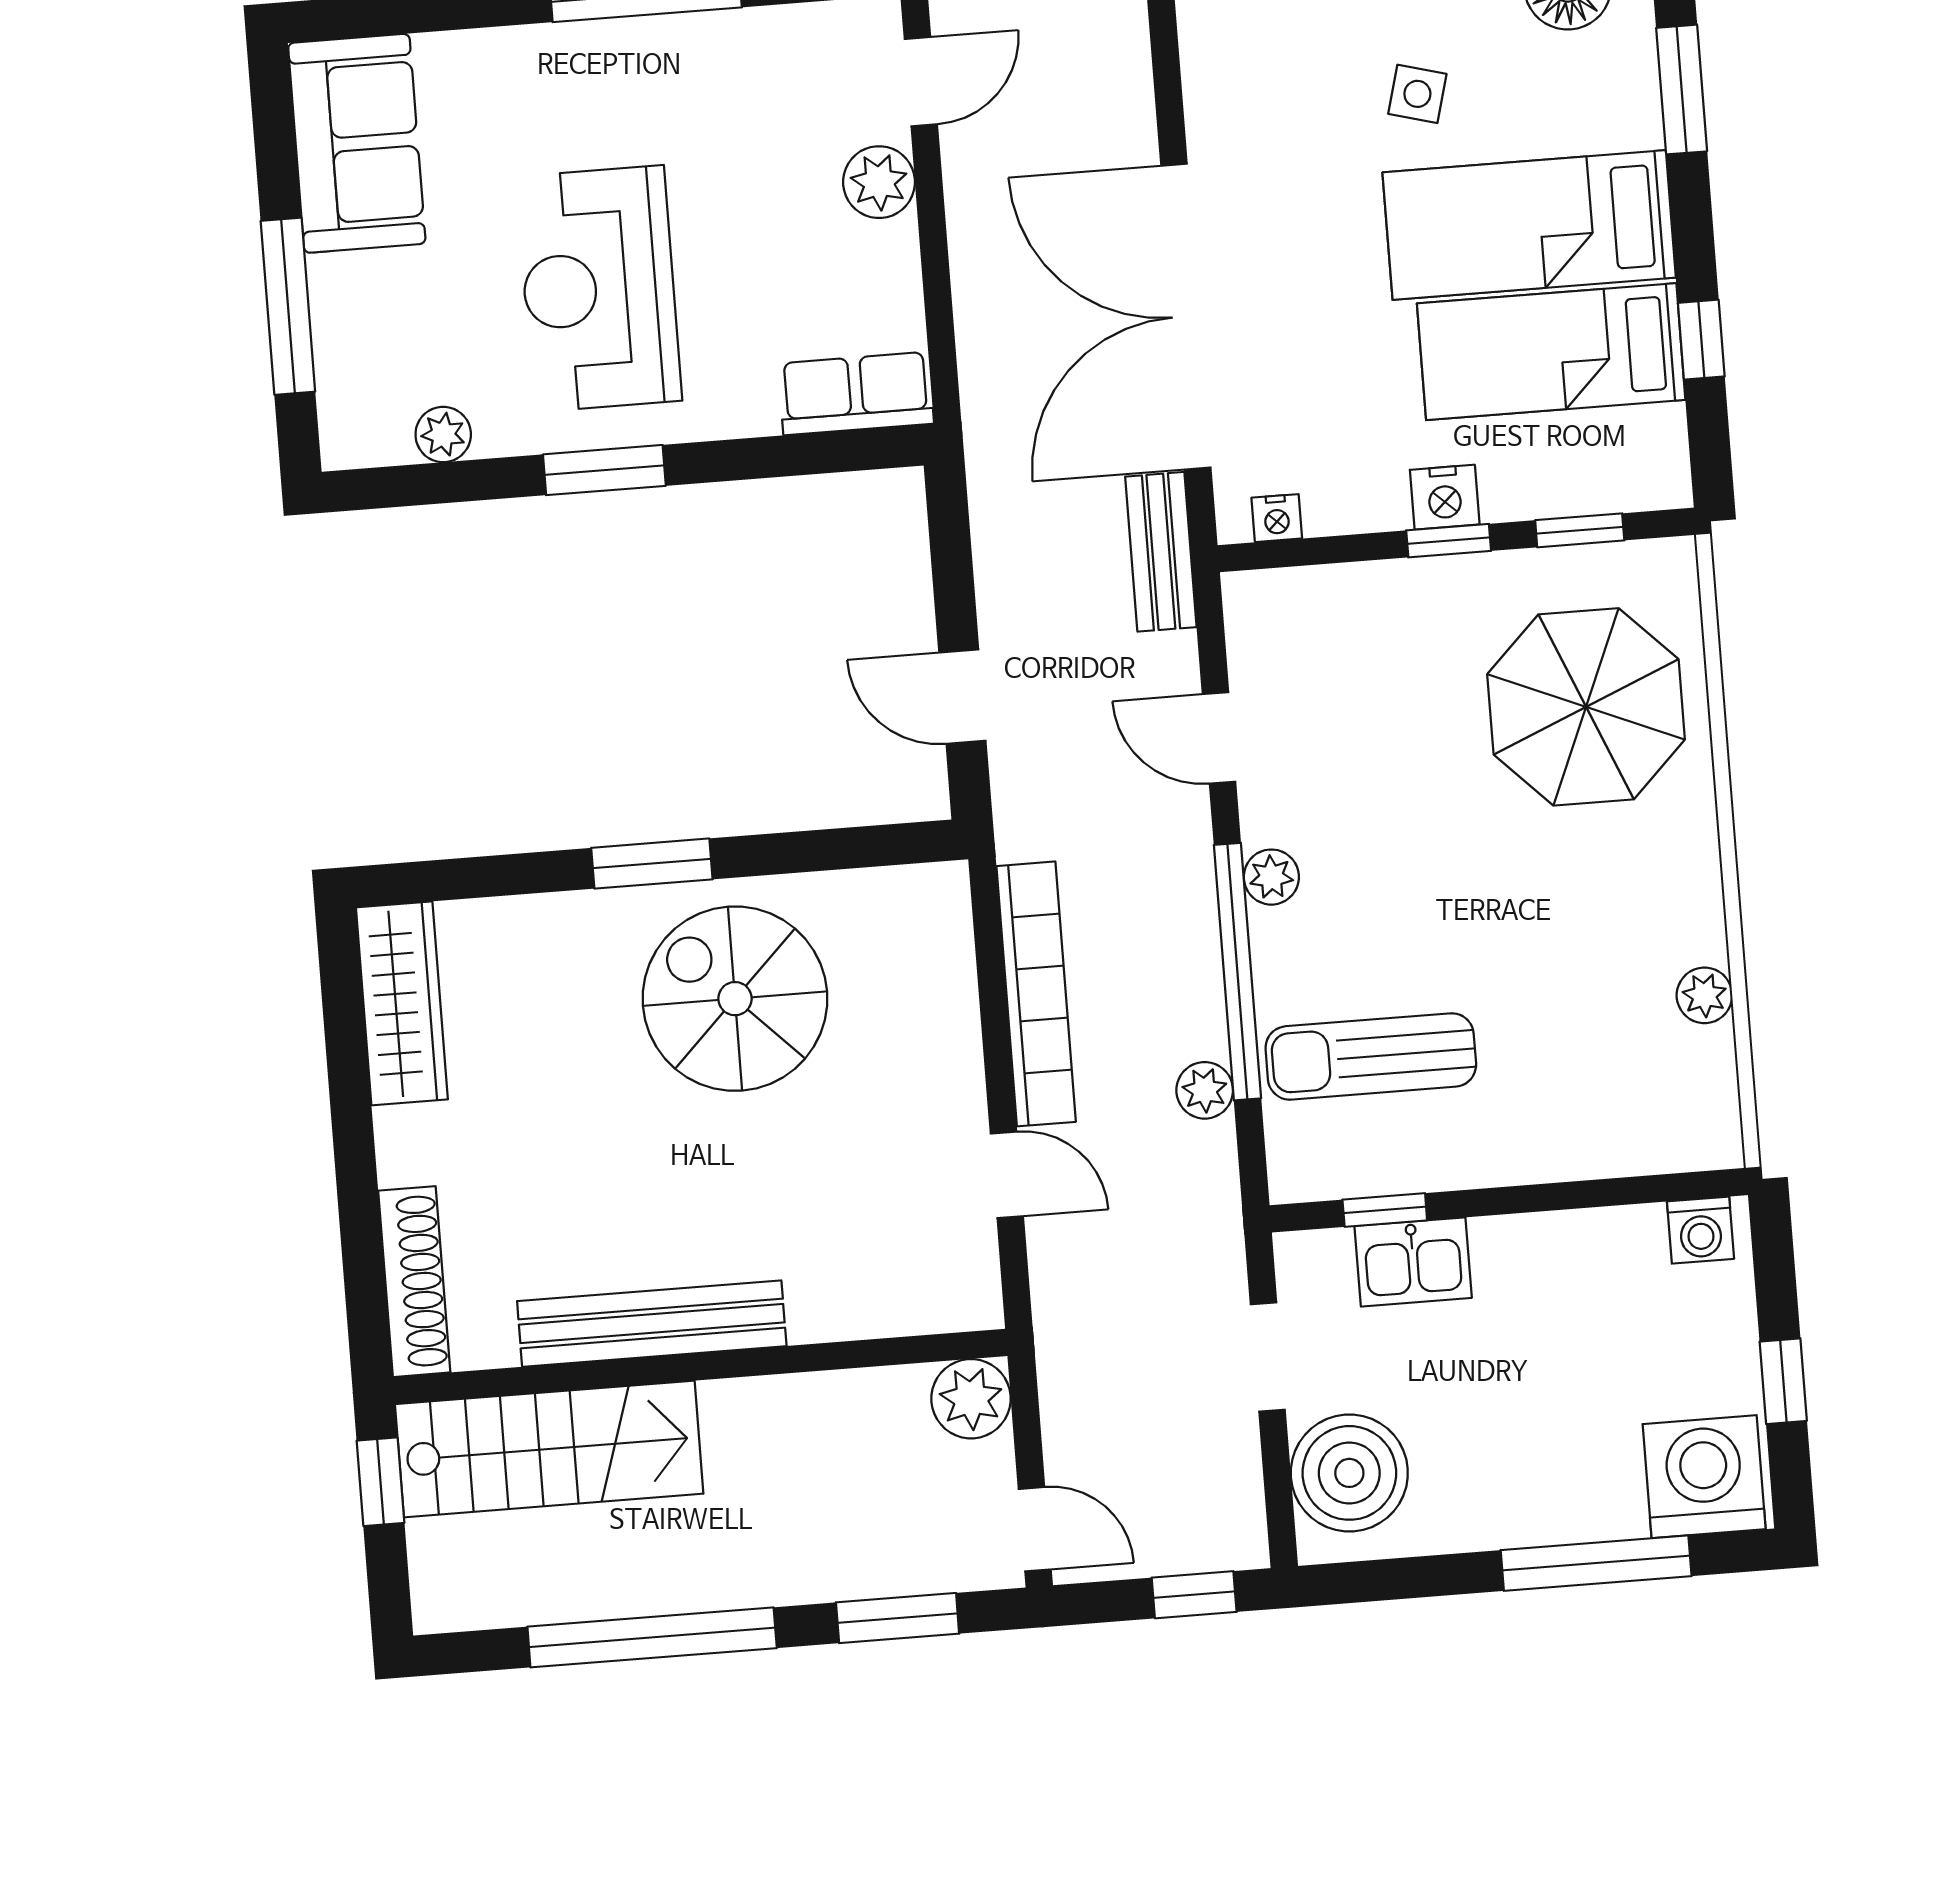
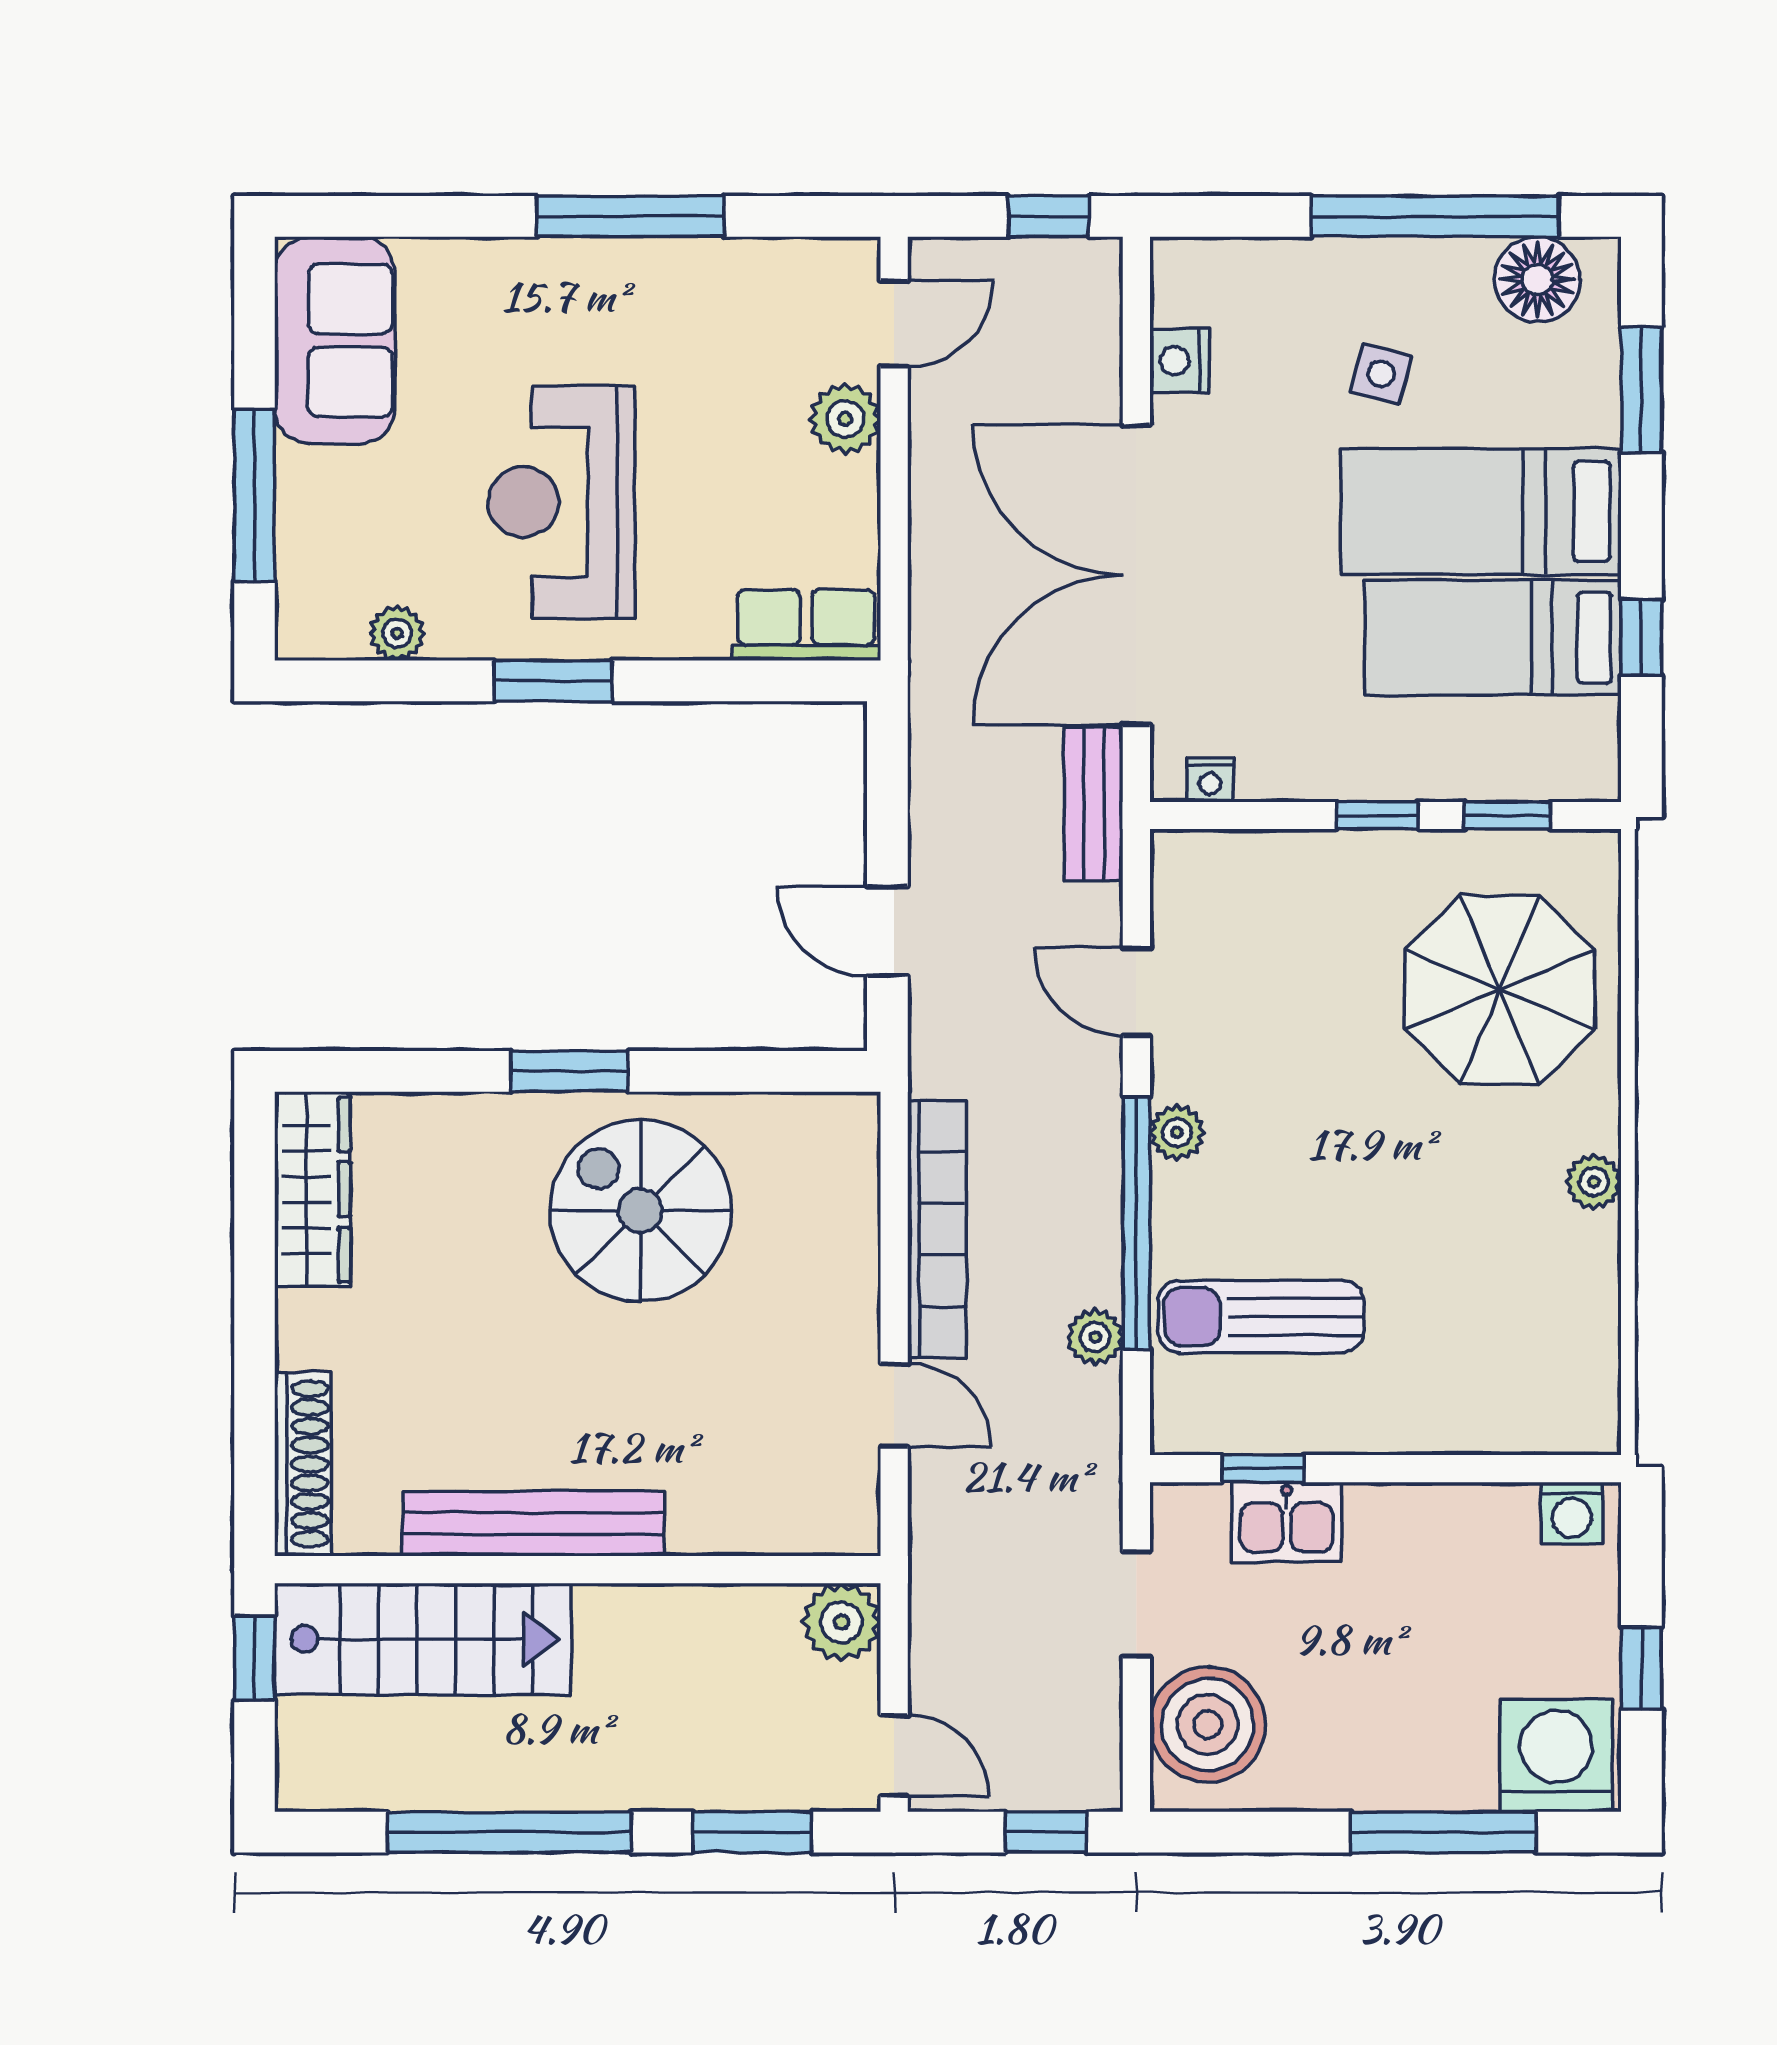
nightstand: (1445, 497) -> (1179, 361), moved, turned 90
plant: (1704, 995) -> (1594, 1182), moved

